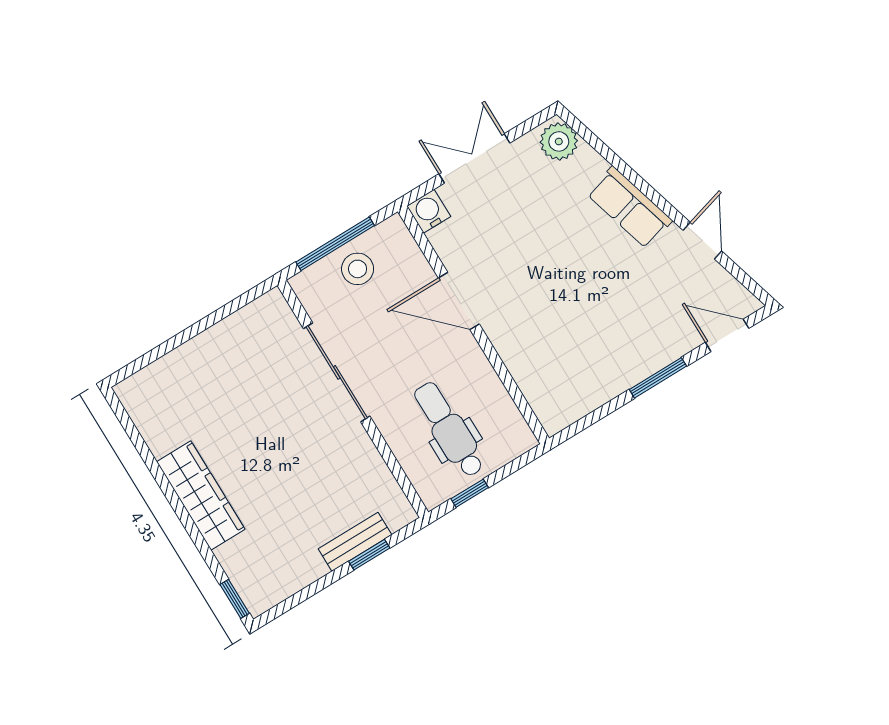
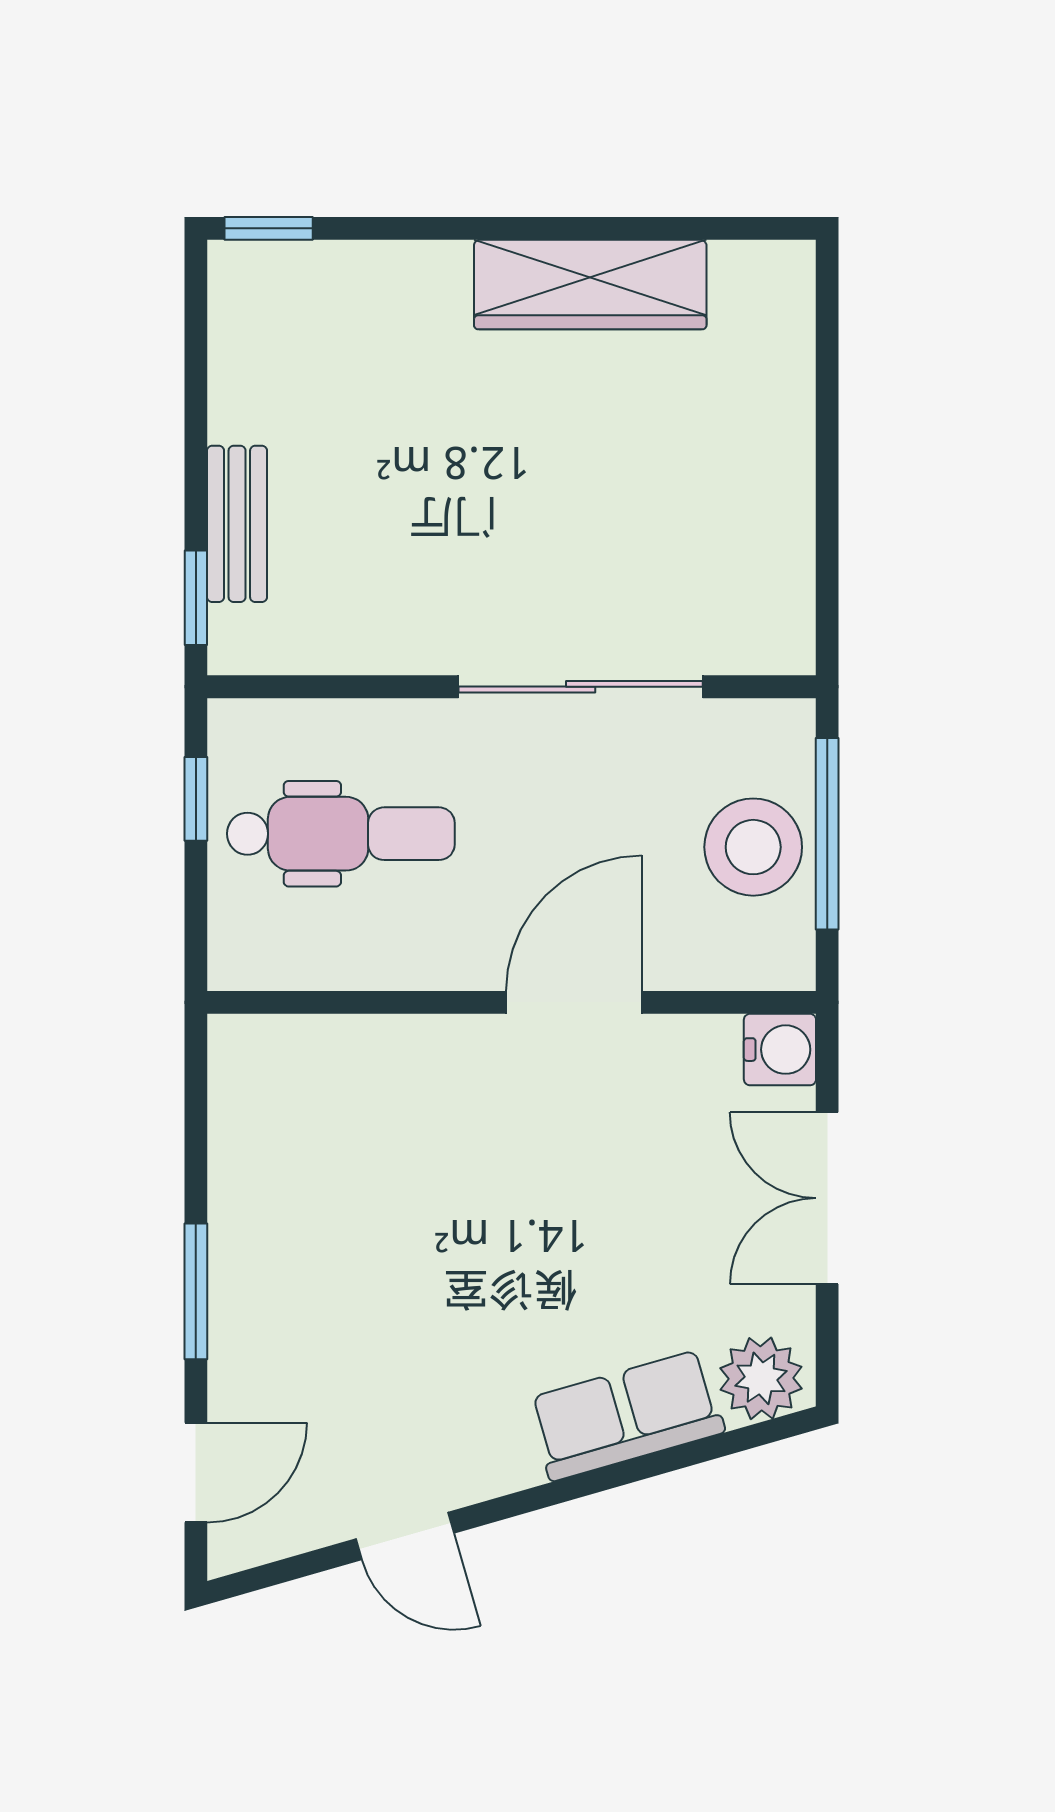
double door: (474, 158) -> (827, 1198), swing flipped
row of seats: (630, 207) -> (626, 1415), moved
stool: (358, 269) -> (753, 847), width x1.38, depth x1.38
wardrobe: (201, 496) -> (590, 285), moved
window: (369, 555) -> (196, 598), moved

